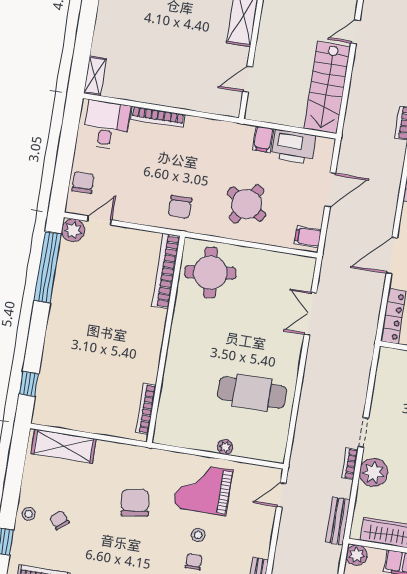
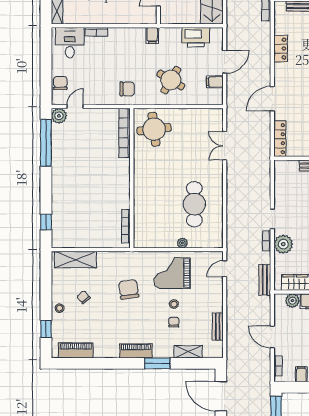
bookcase: (158, 117) -> (96, 32), width x0.64
filing cabinet: (263, 139) -> (152, 35), moved
chair: (180, 207) -> (127, 89), turned -90
filing cabinet: (308, 237) -> (215, 82), moved
cafe table: (252, 393) -> (194, 204), turned 90
chair: (59, 520) -> (84, 297), moved
plant: (357, 555) -> (292, 301), moved

